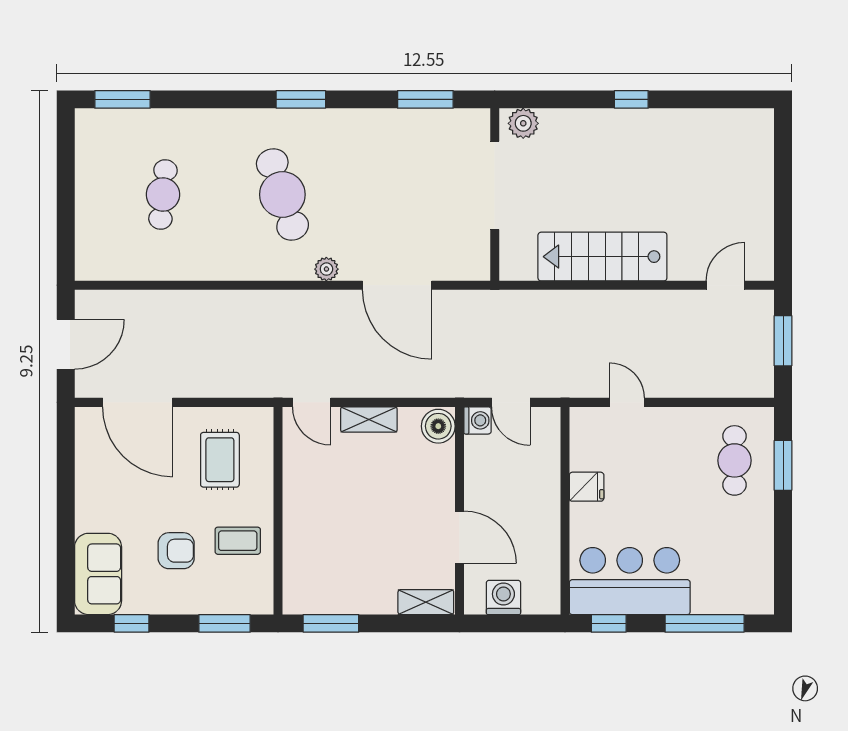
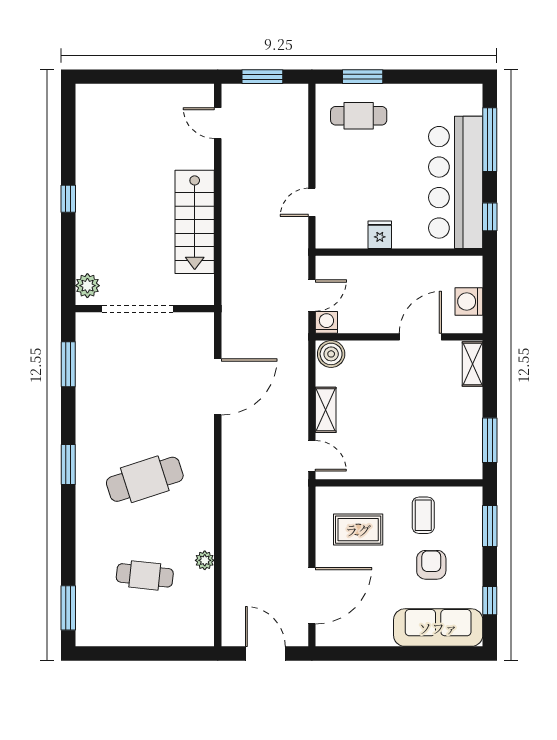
plant: (326, 269) -> (205, 560), moved
door: (312, 402) -> (312, 456), hinge flipped
sofa: (98, 574) -> (438, 628), width x1.36
bar counter: (630, 581) -> (456, 182), width x1.36

